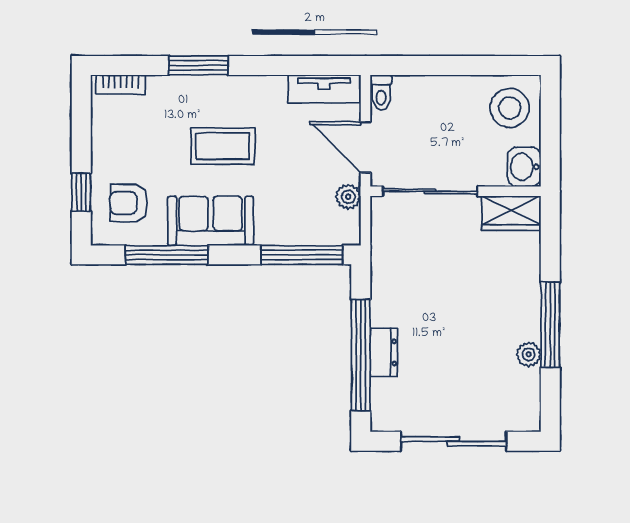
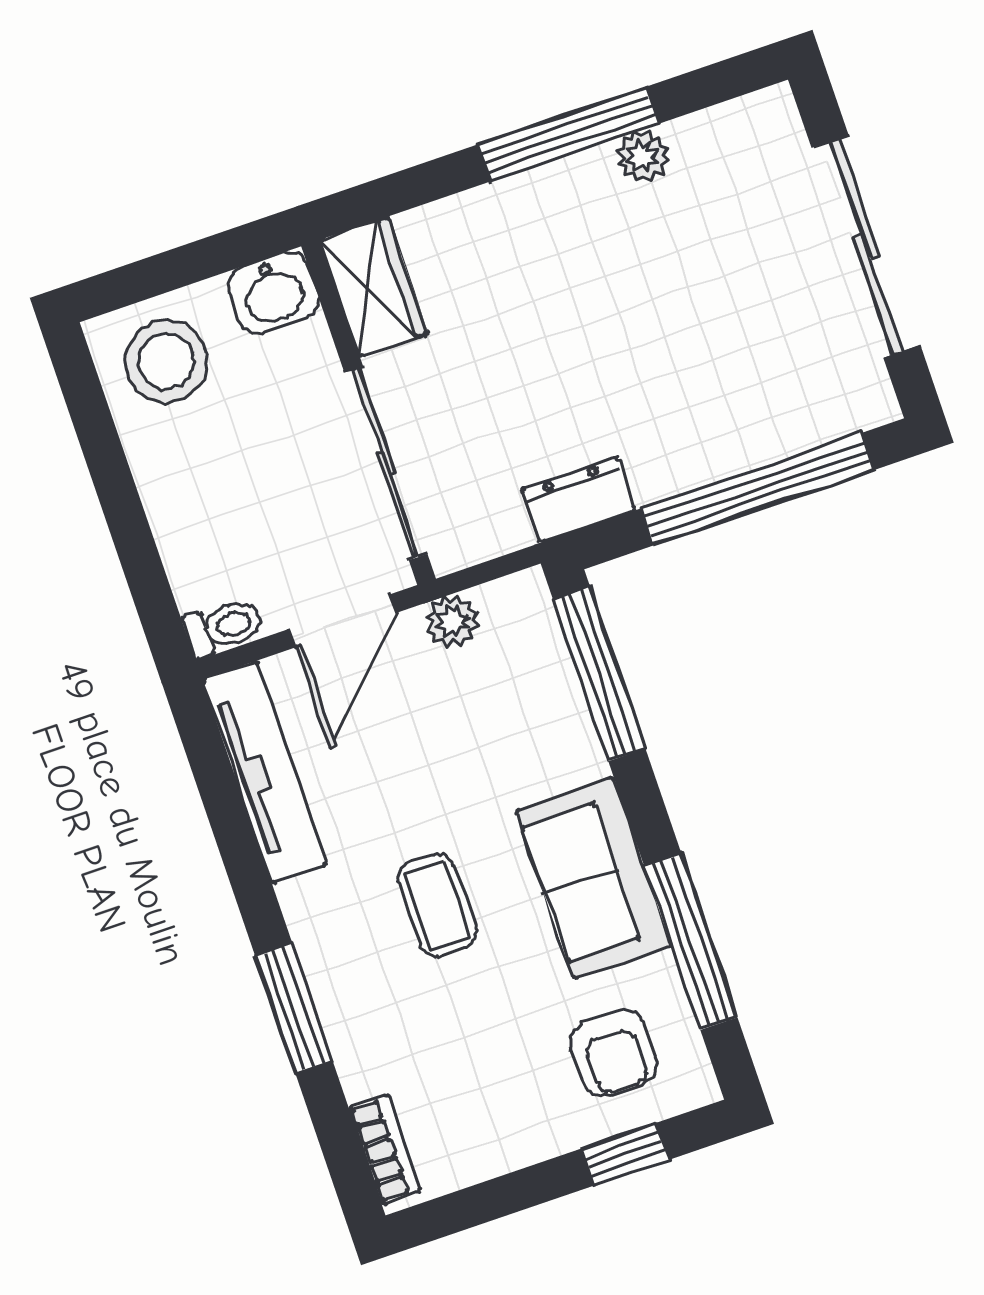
tv unit: (324, 89) -> (265, 772), width x1.41
coffee table: (223, 146) -> (437, 905), width x0.73, depth x0.77
dresser: (384, 352) -> (578, 500), moved

